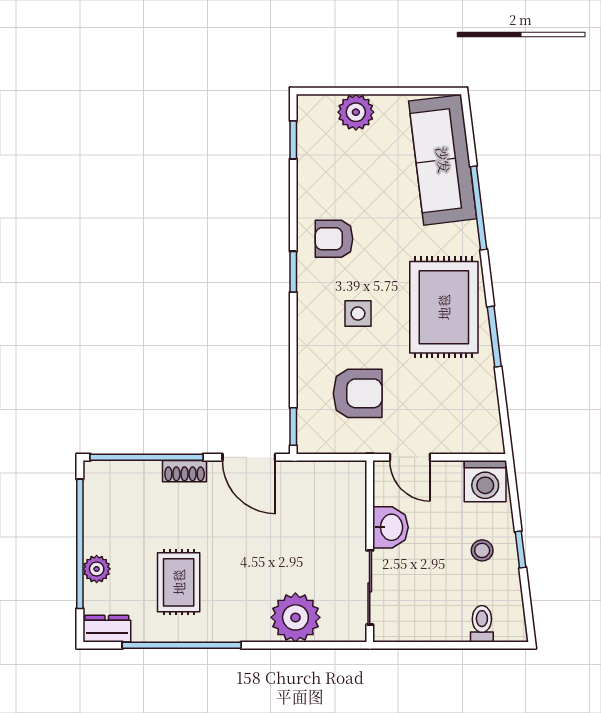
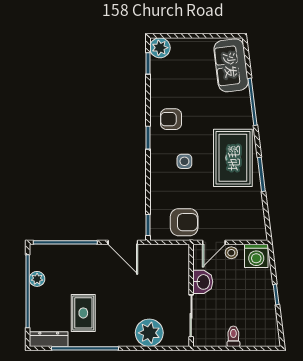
plant: (356, 112) -> (160, 48), moved
sofa: (443, 160) -> (231, 65), width x0.73
armchair: (358, 393) -> (184, 222), moved
door: (410, 457) -> (214, 242), hinge flipped
shoe rack: (185, 471) -> (87, 250), removed
stool: (482, 550) -> (231, 253), moved
plant: (97, 569) -> (37, 279), moved
toilet: (482, 624) -> (233, 336), moved
dresser: (107, 629) -> (49, 339), width x1.44

